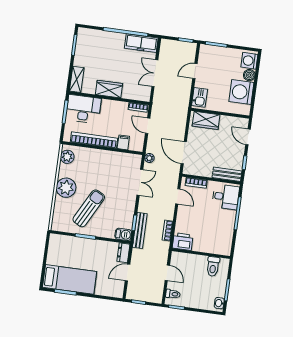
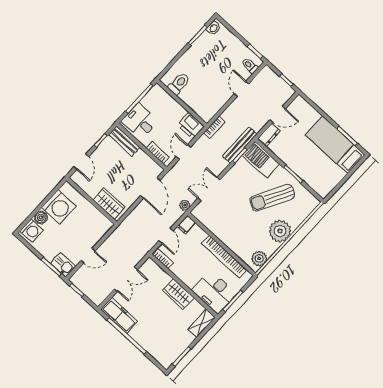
kitchen sink: (200, 97) -> (63, 265), moved, turned 90
filing cabinet: (123, 142) -> (186, 225), moved
barbecue: (123, 234) -> (261, 160), width x1.88, depth x1.53
printer: (183, 242) -> (191, 126), moved
wall: (201, 254) -> (182, 103), moved
toilet: (213, 266) -> (179, 84), moved

